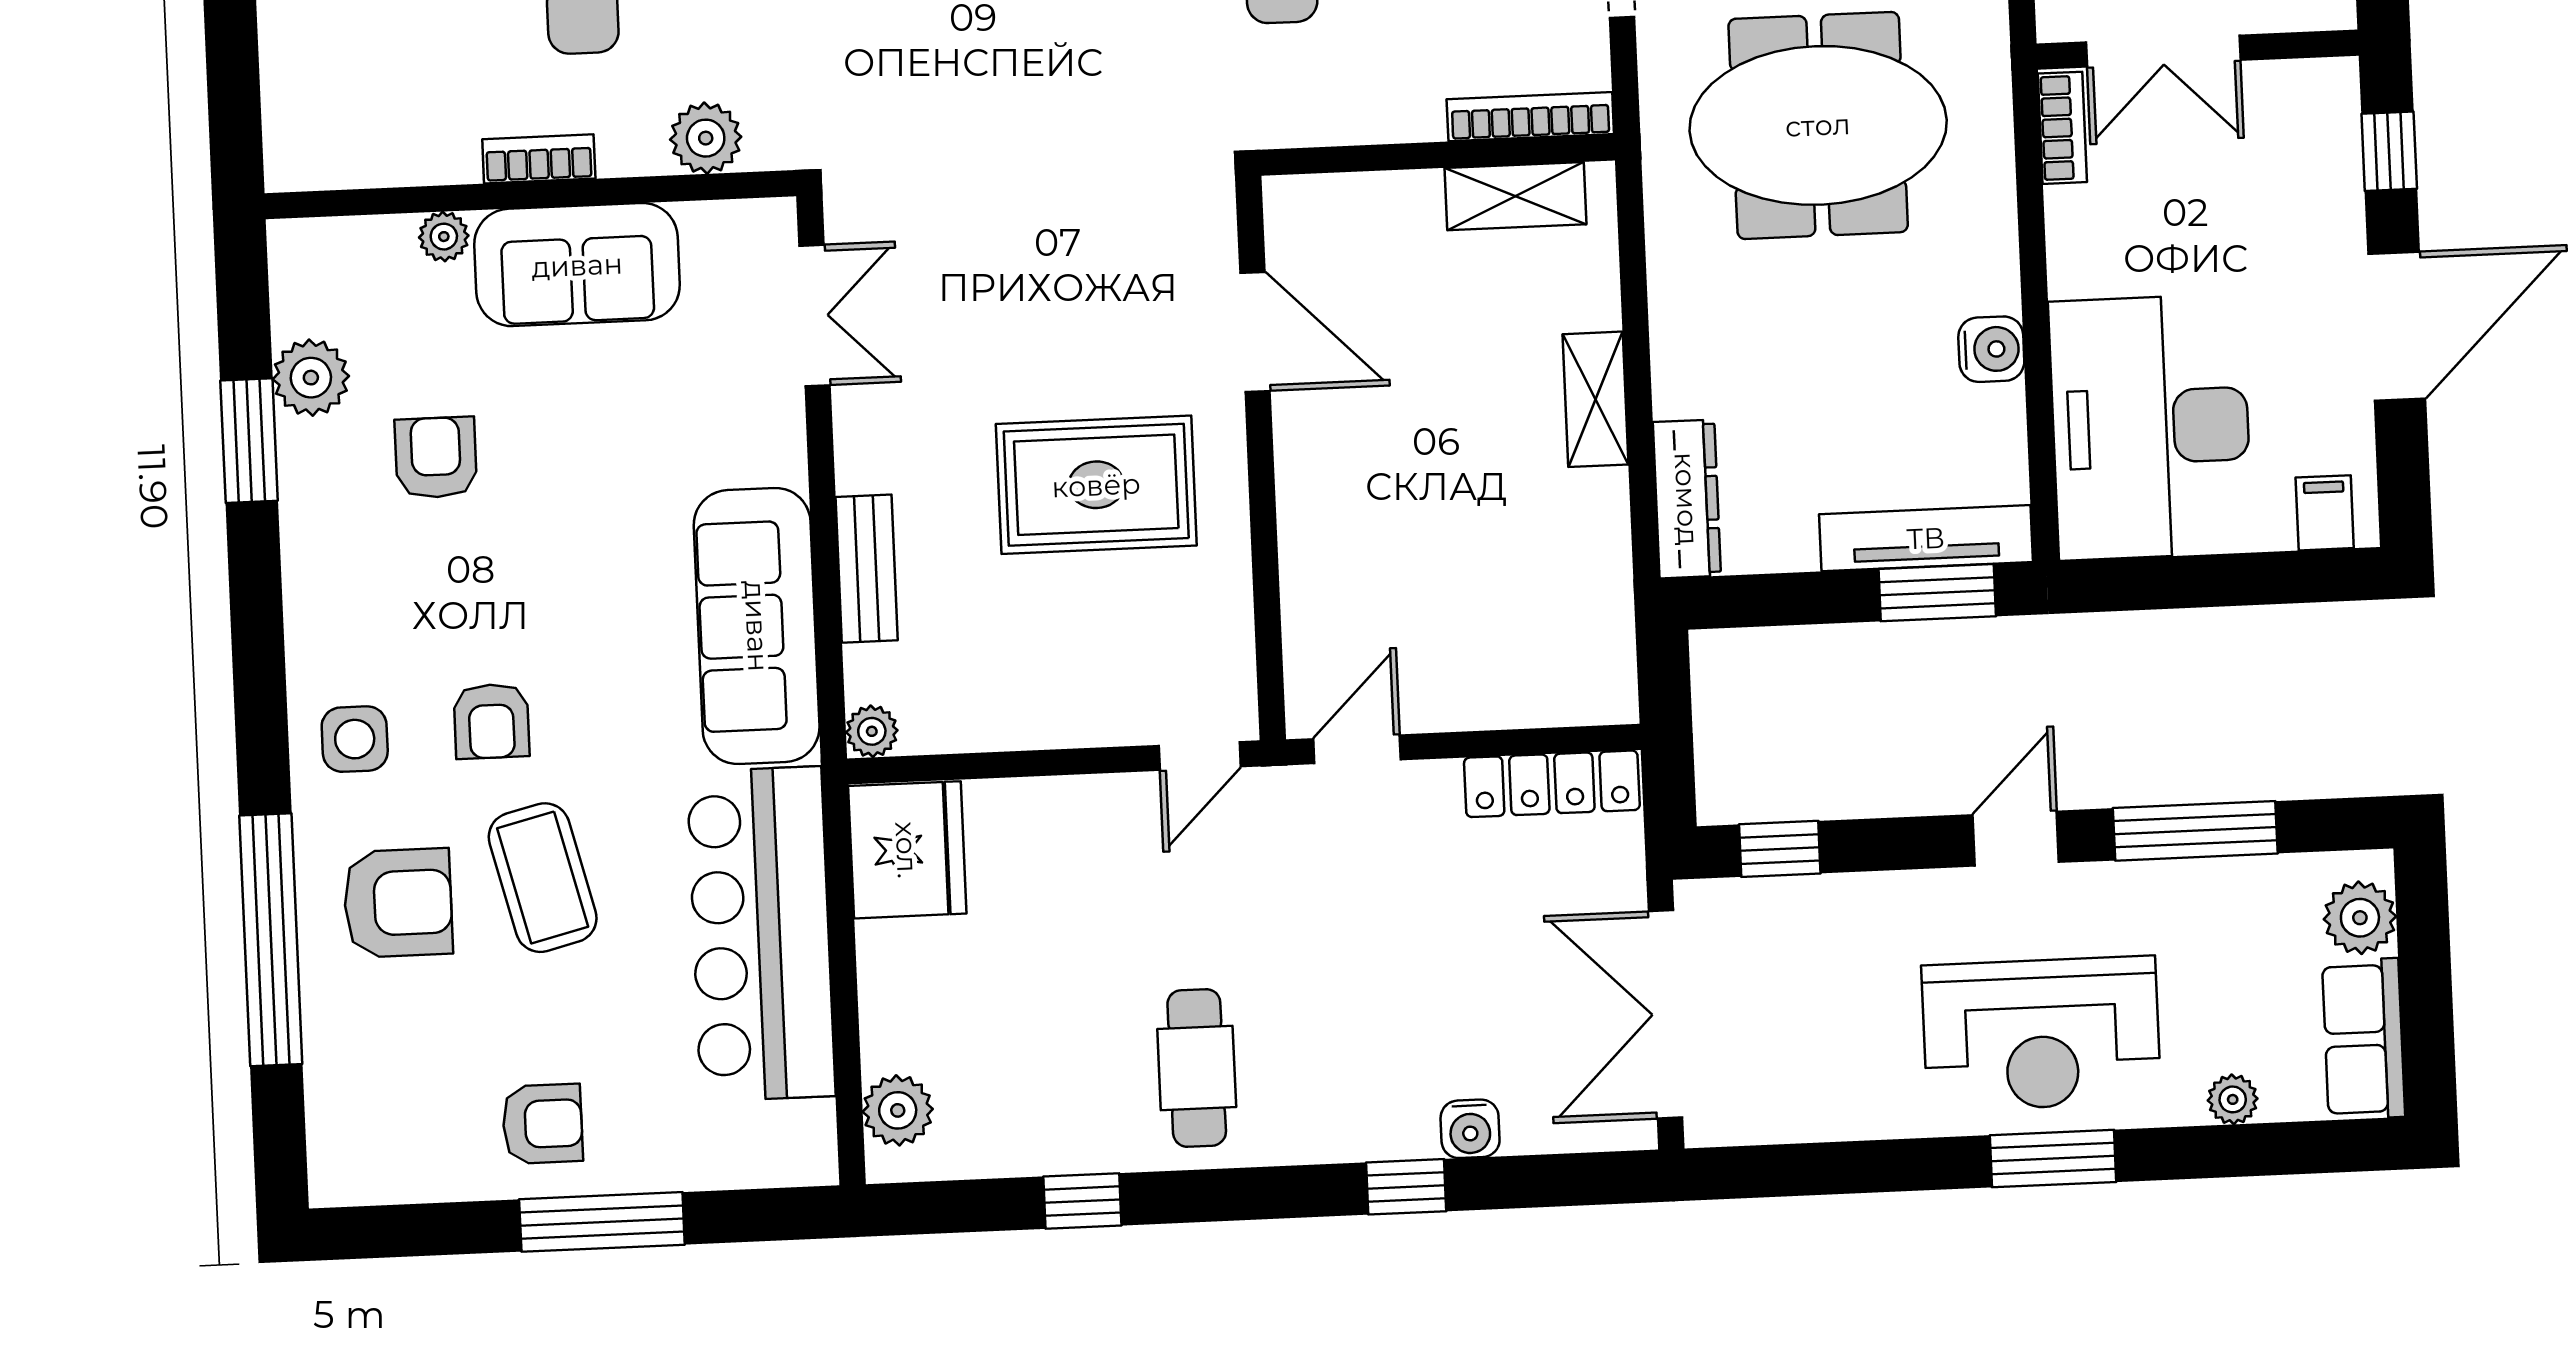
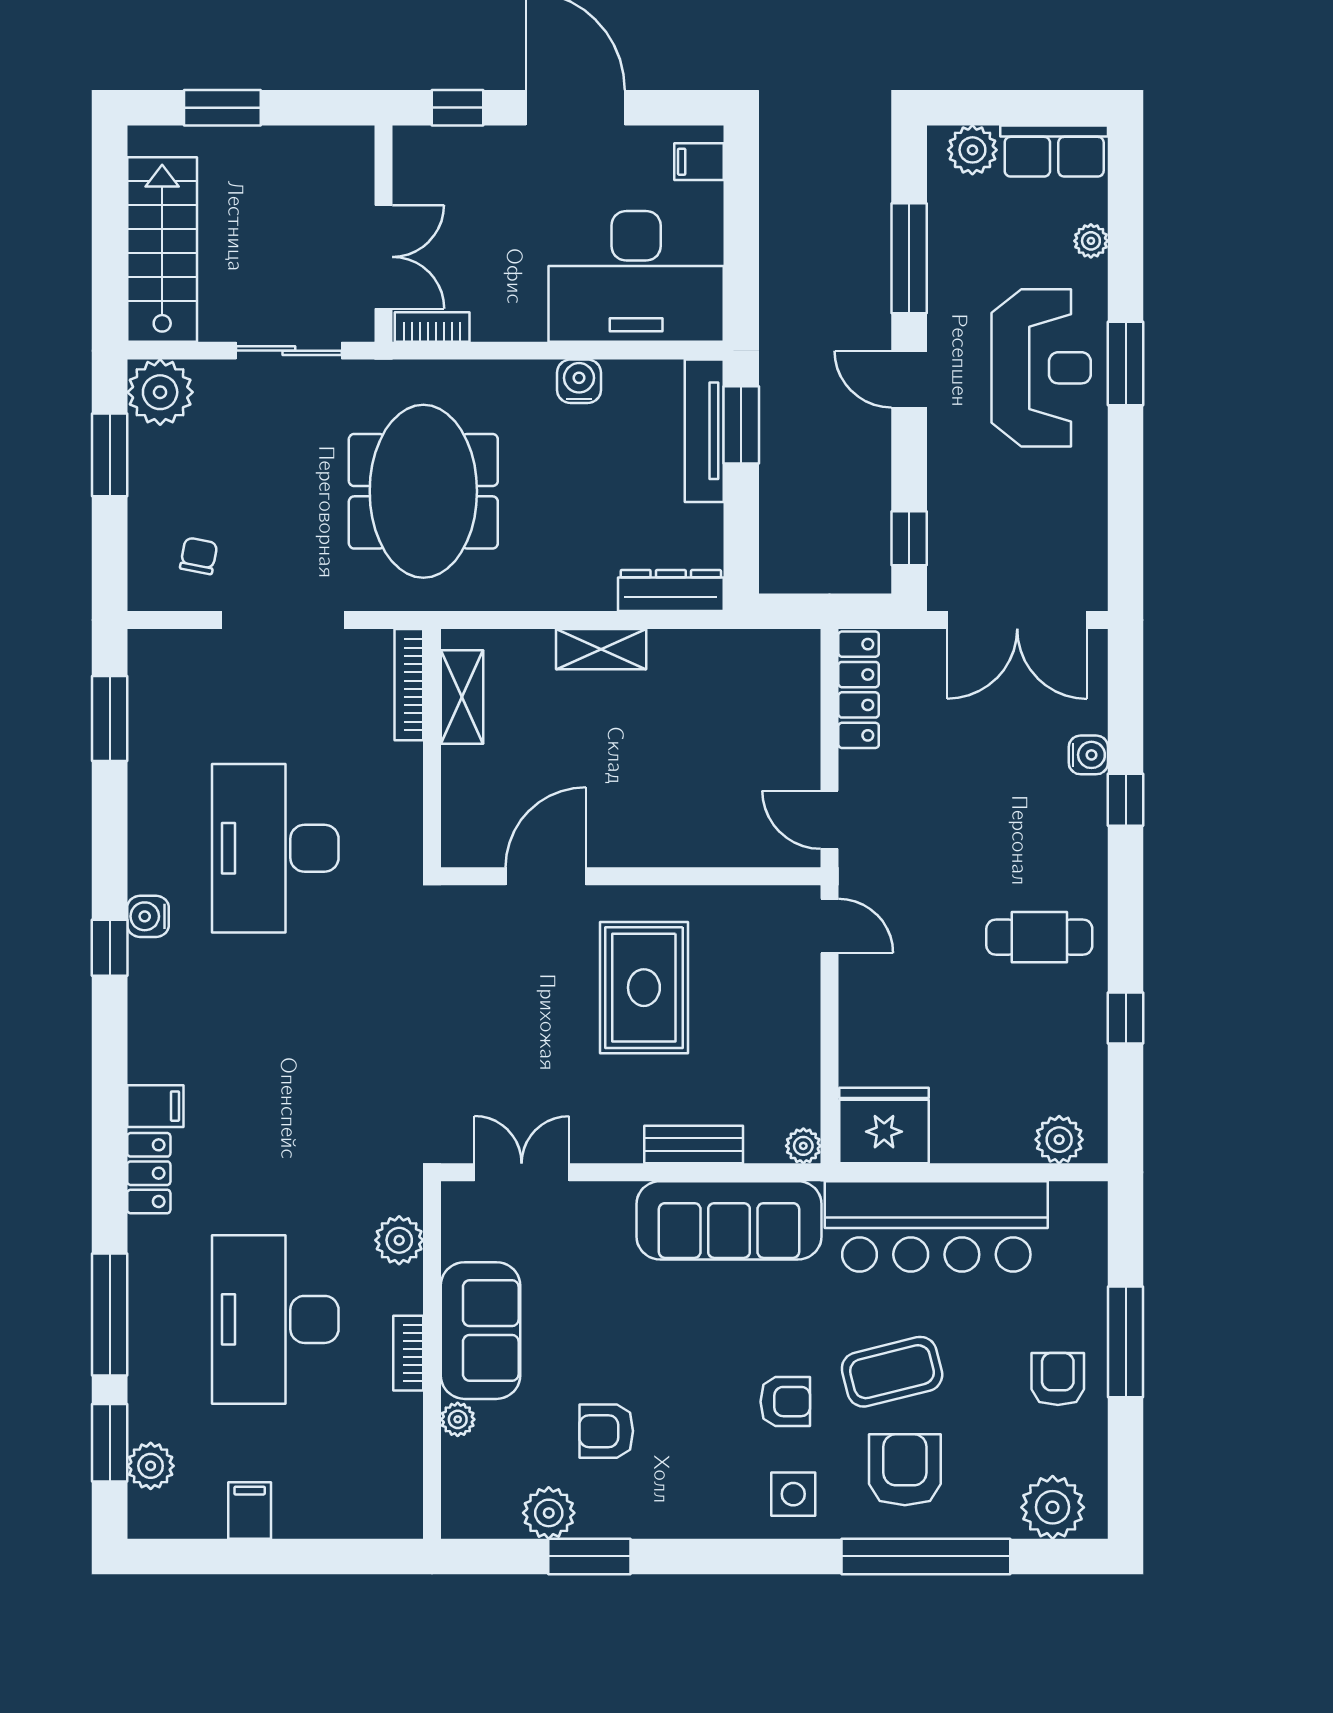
plant: (352, 1124) -> (1053, 1507), added

